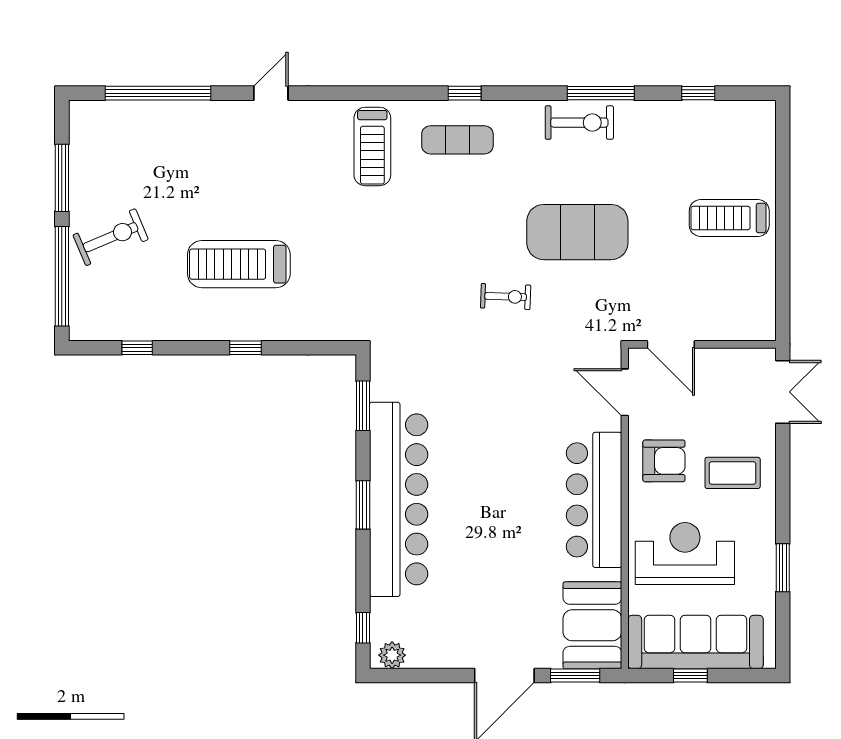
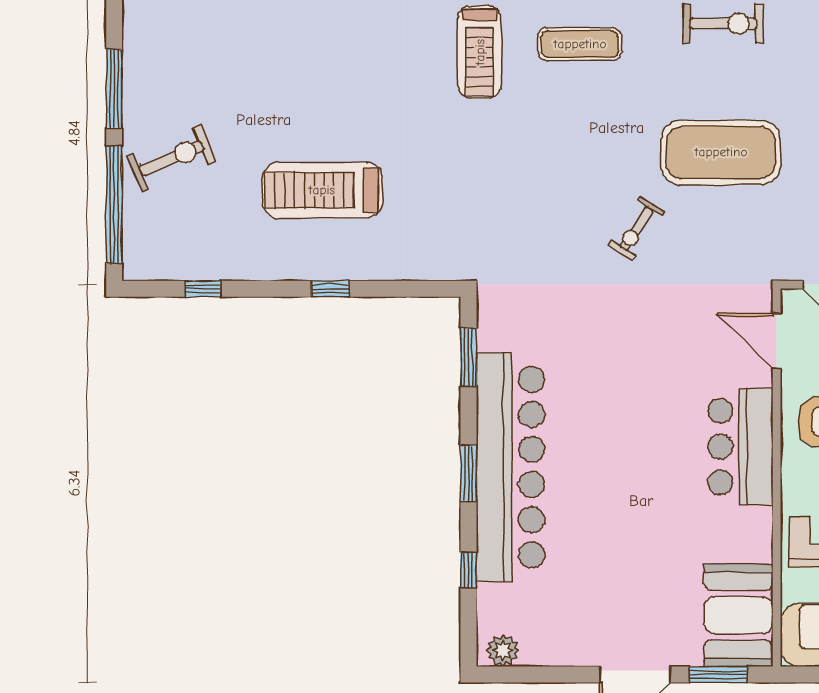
exercise bike: (506, 297) -> (636, 228), turned 121
bar counter: (594, 500) -> (740, 446), width x0.73
window: (363, 628) -> (468, 570), moved

